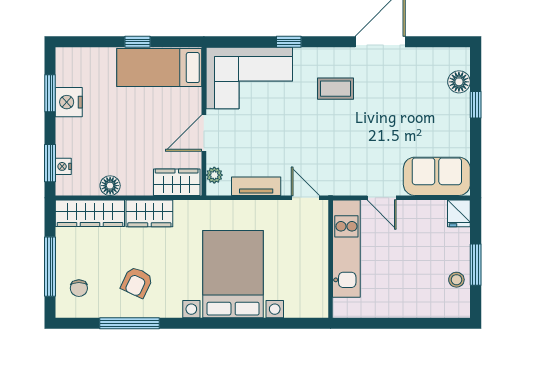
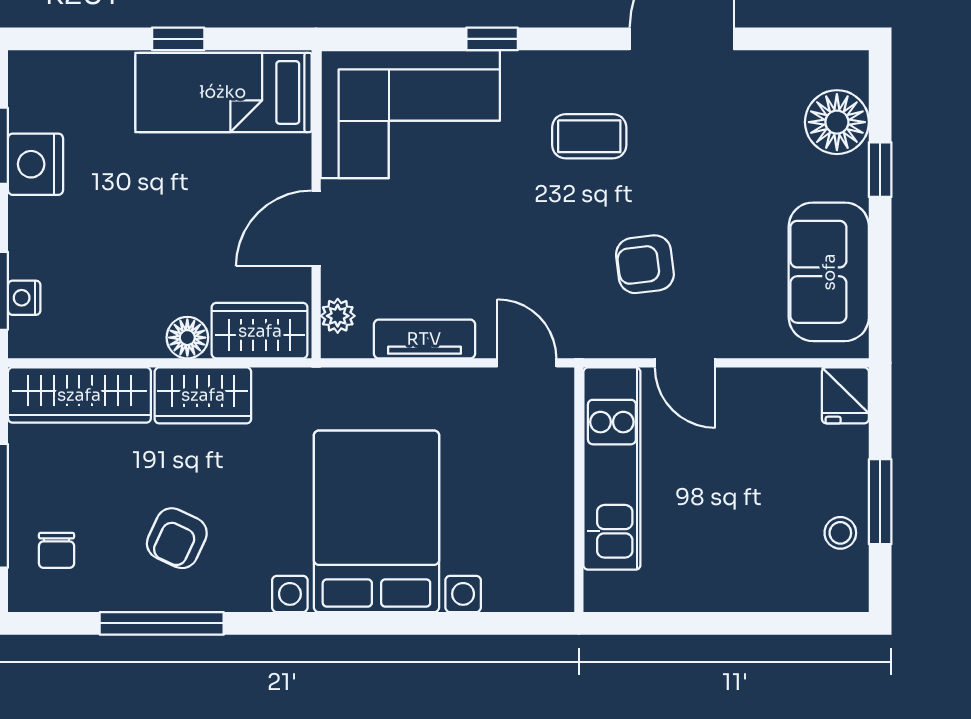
floor lamp: (459, 82) -> (837, 122), width x1.38, depth x1.38
armchair: (362, 150) -> (645, 264), added
sofa: (437, 176) -> (829, 272), moved, turned -90
floor lamp: (110, 186) -> (187, 338), moved

